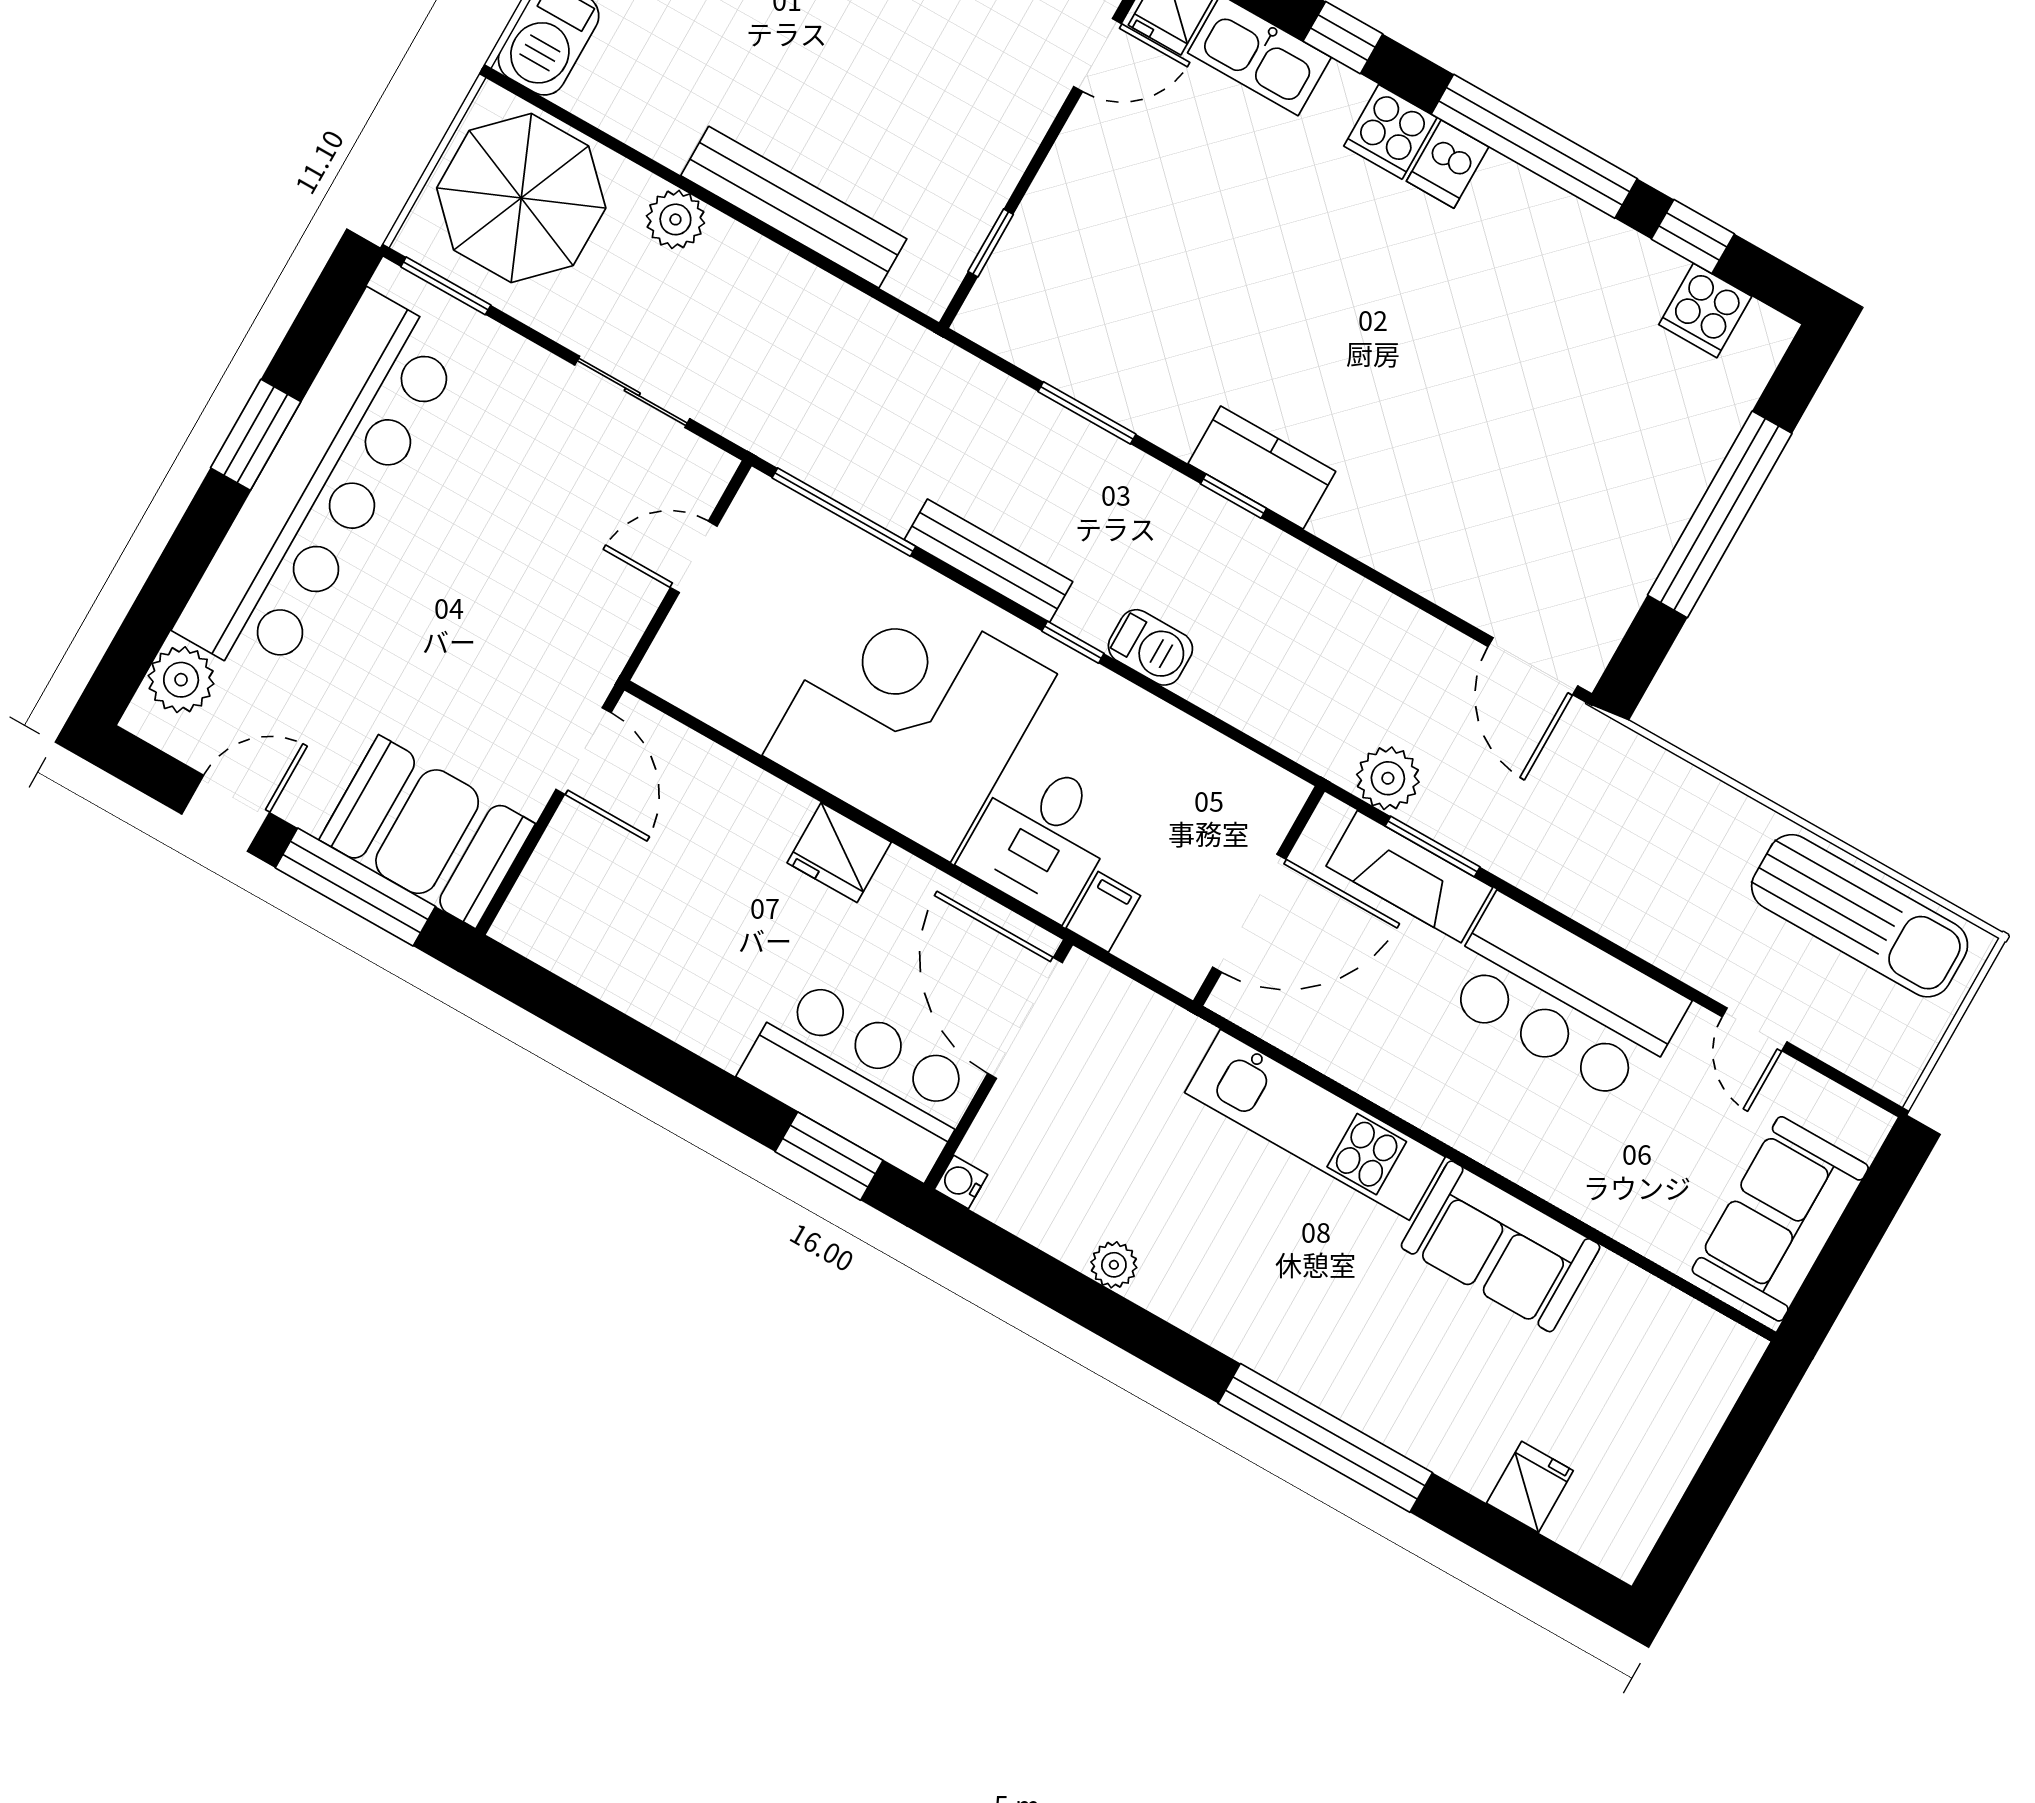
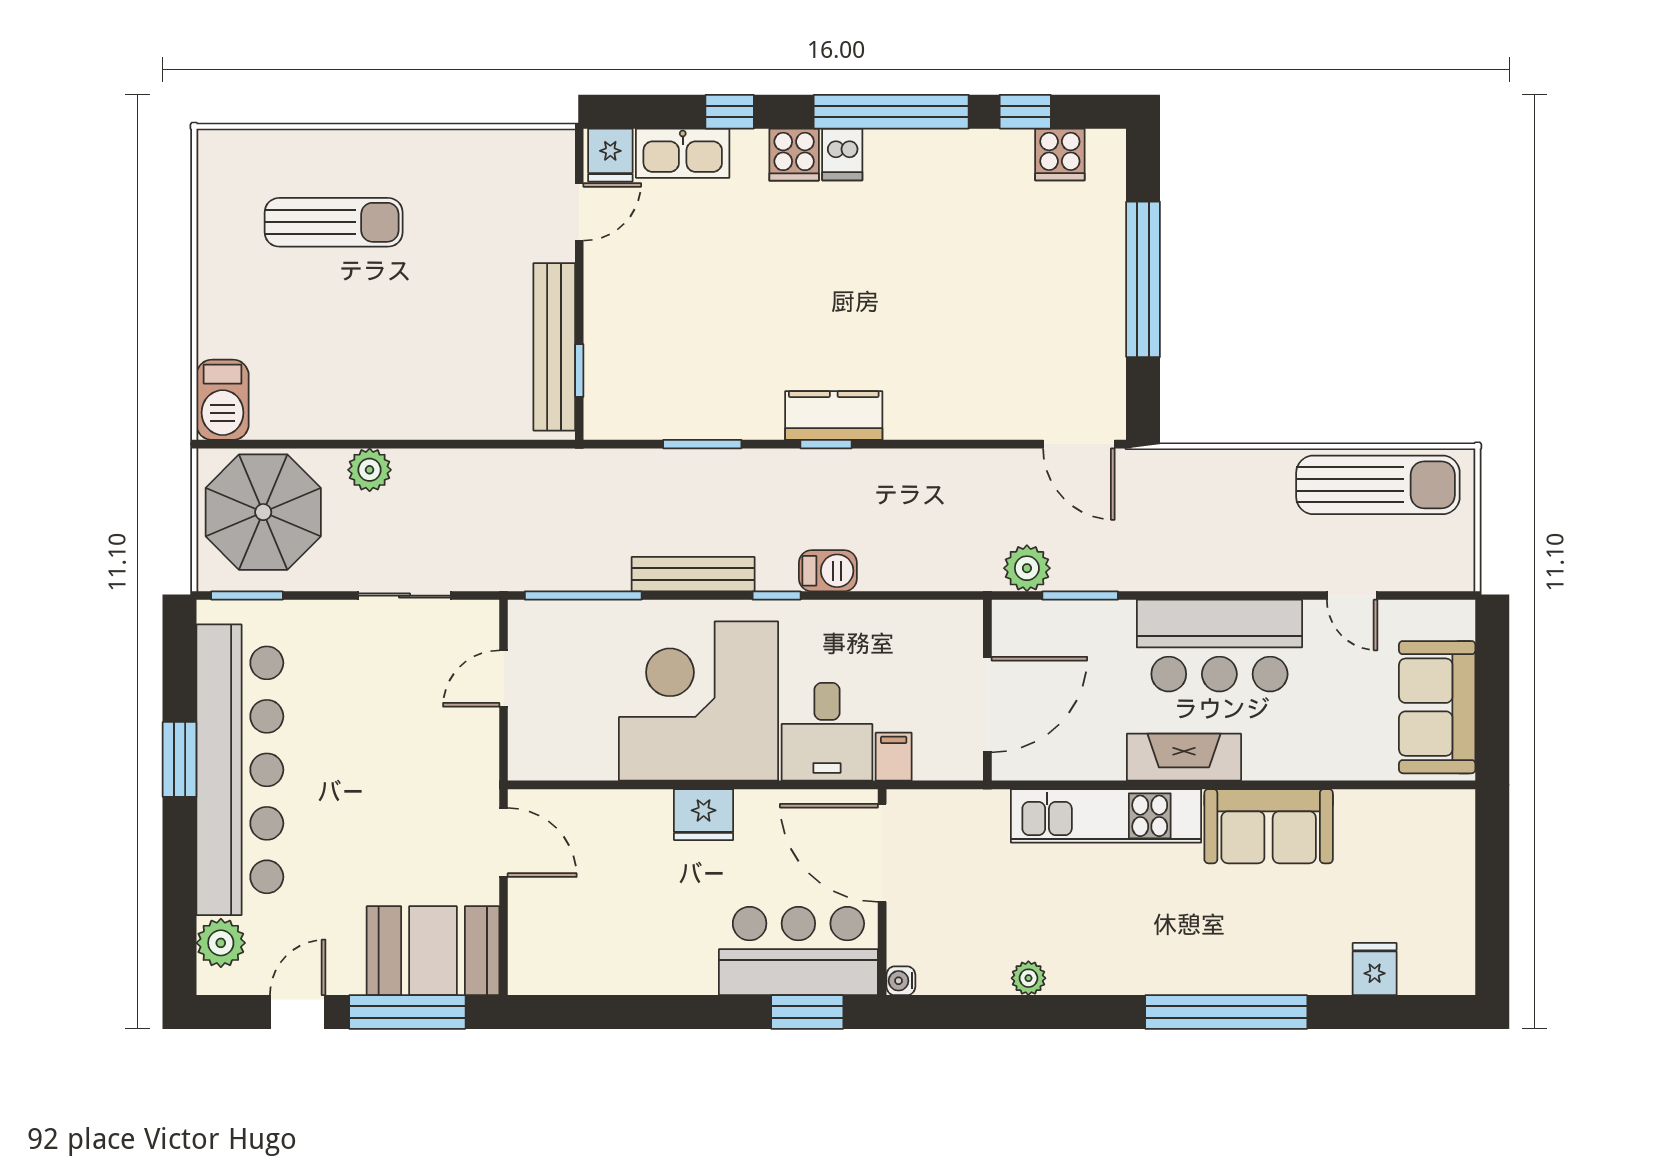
bench: (794, 207) -> (554, 347), moved, turned 90
fireplace: (1409, 877) -> (1184, 757), moved, turned 180

